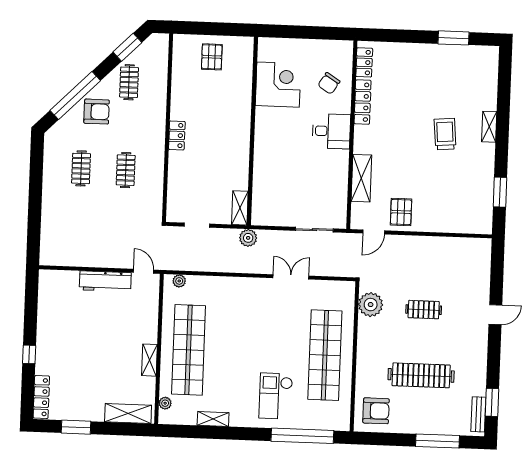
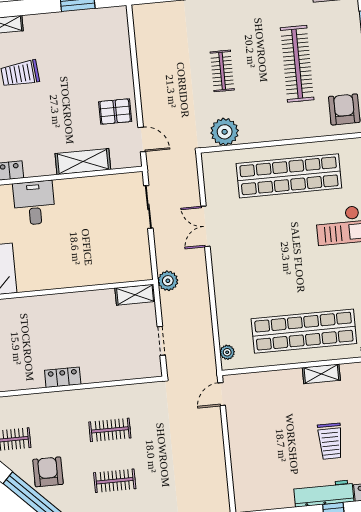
workbench: (105, 281) -> (324, 494), moved, turned -90
trolley: (90, 360) -> (330, 441), added

